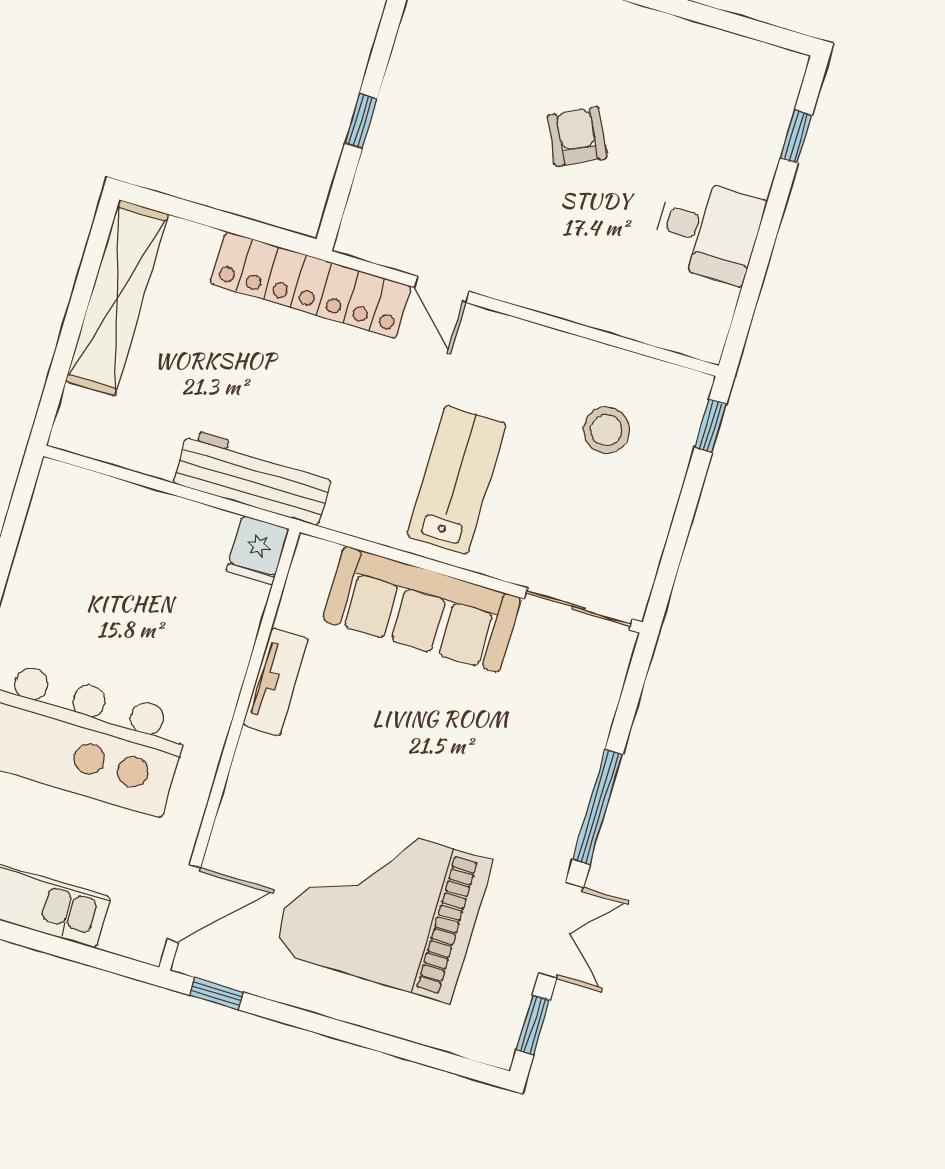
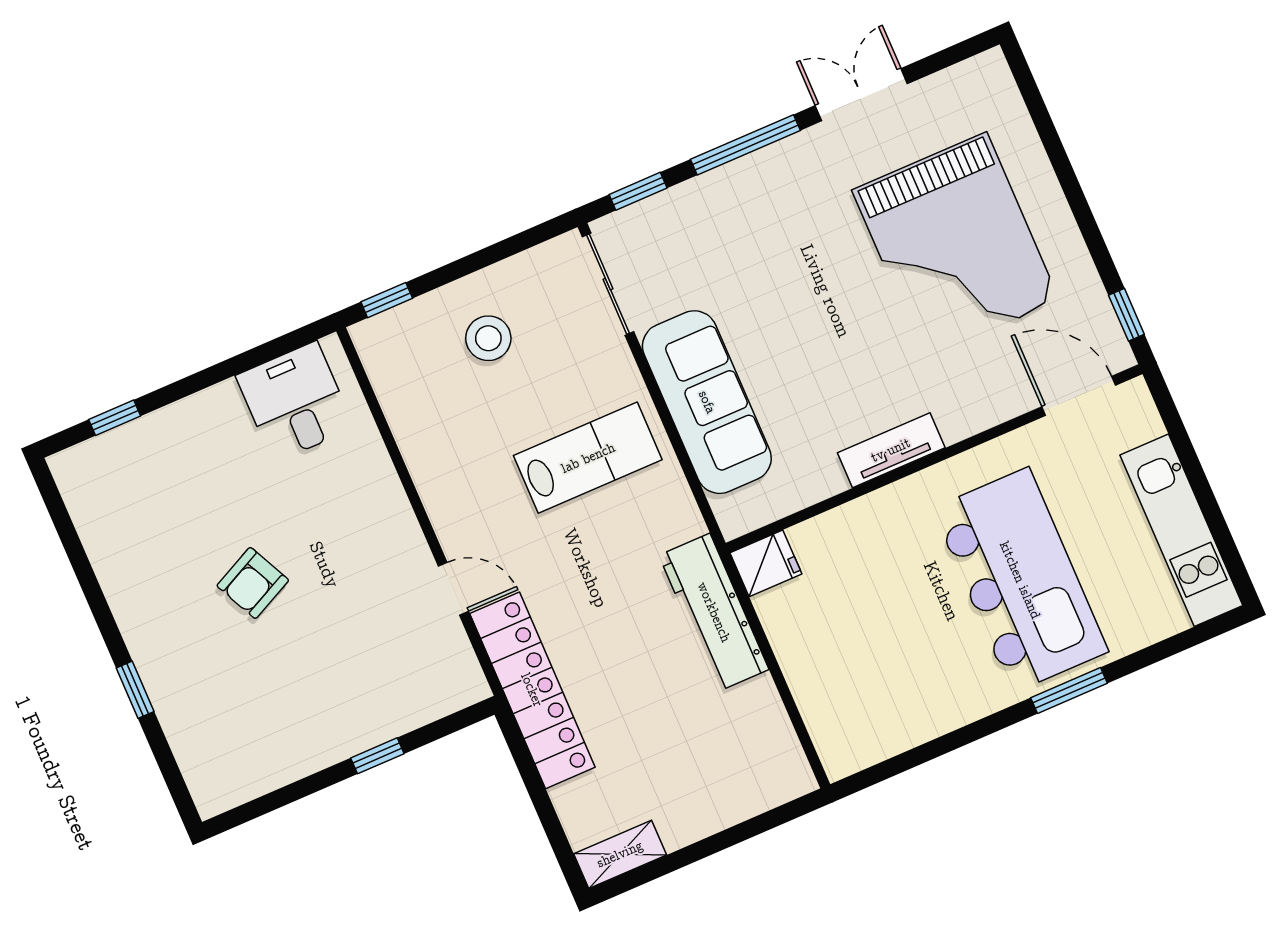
desk: (708, 230) -> (295, 402), moved
door: (442, 289) -> (453, 589), hinge flipped
shelving: (117, 298) -> (620, 854), width x0.45, depth x0.75
stool: (606, 430) -> (488, 338), moved
lab bench: (456, 480) -> (588, 458), turned 180
tv unit: (276, 682) -> (891, 450), moved
window: (533, 1025) -> (638, 191), moved

